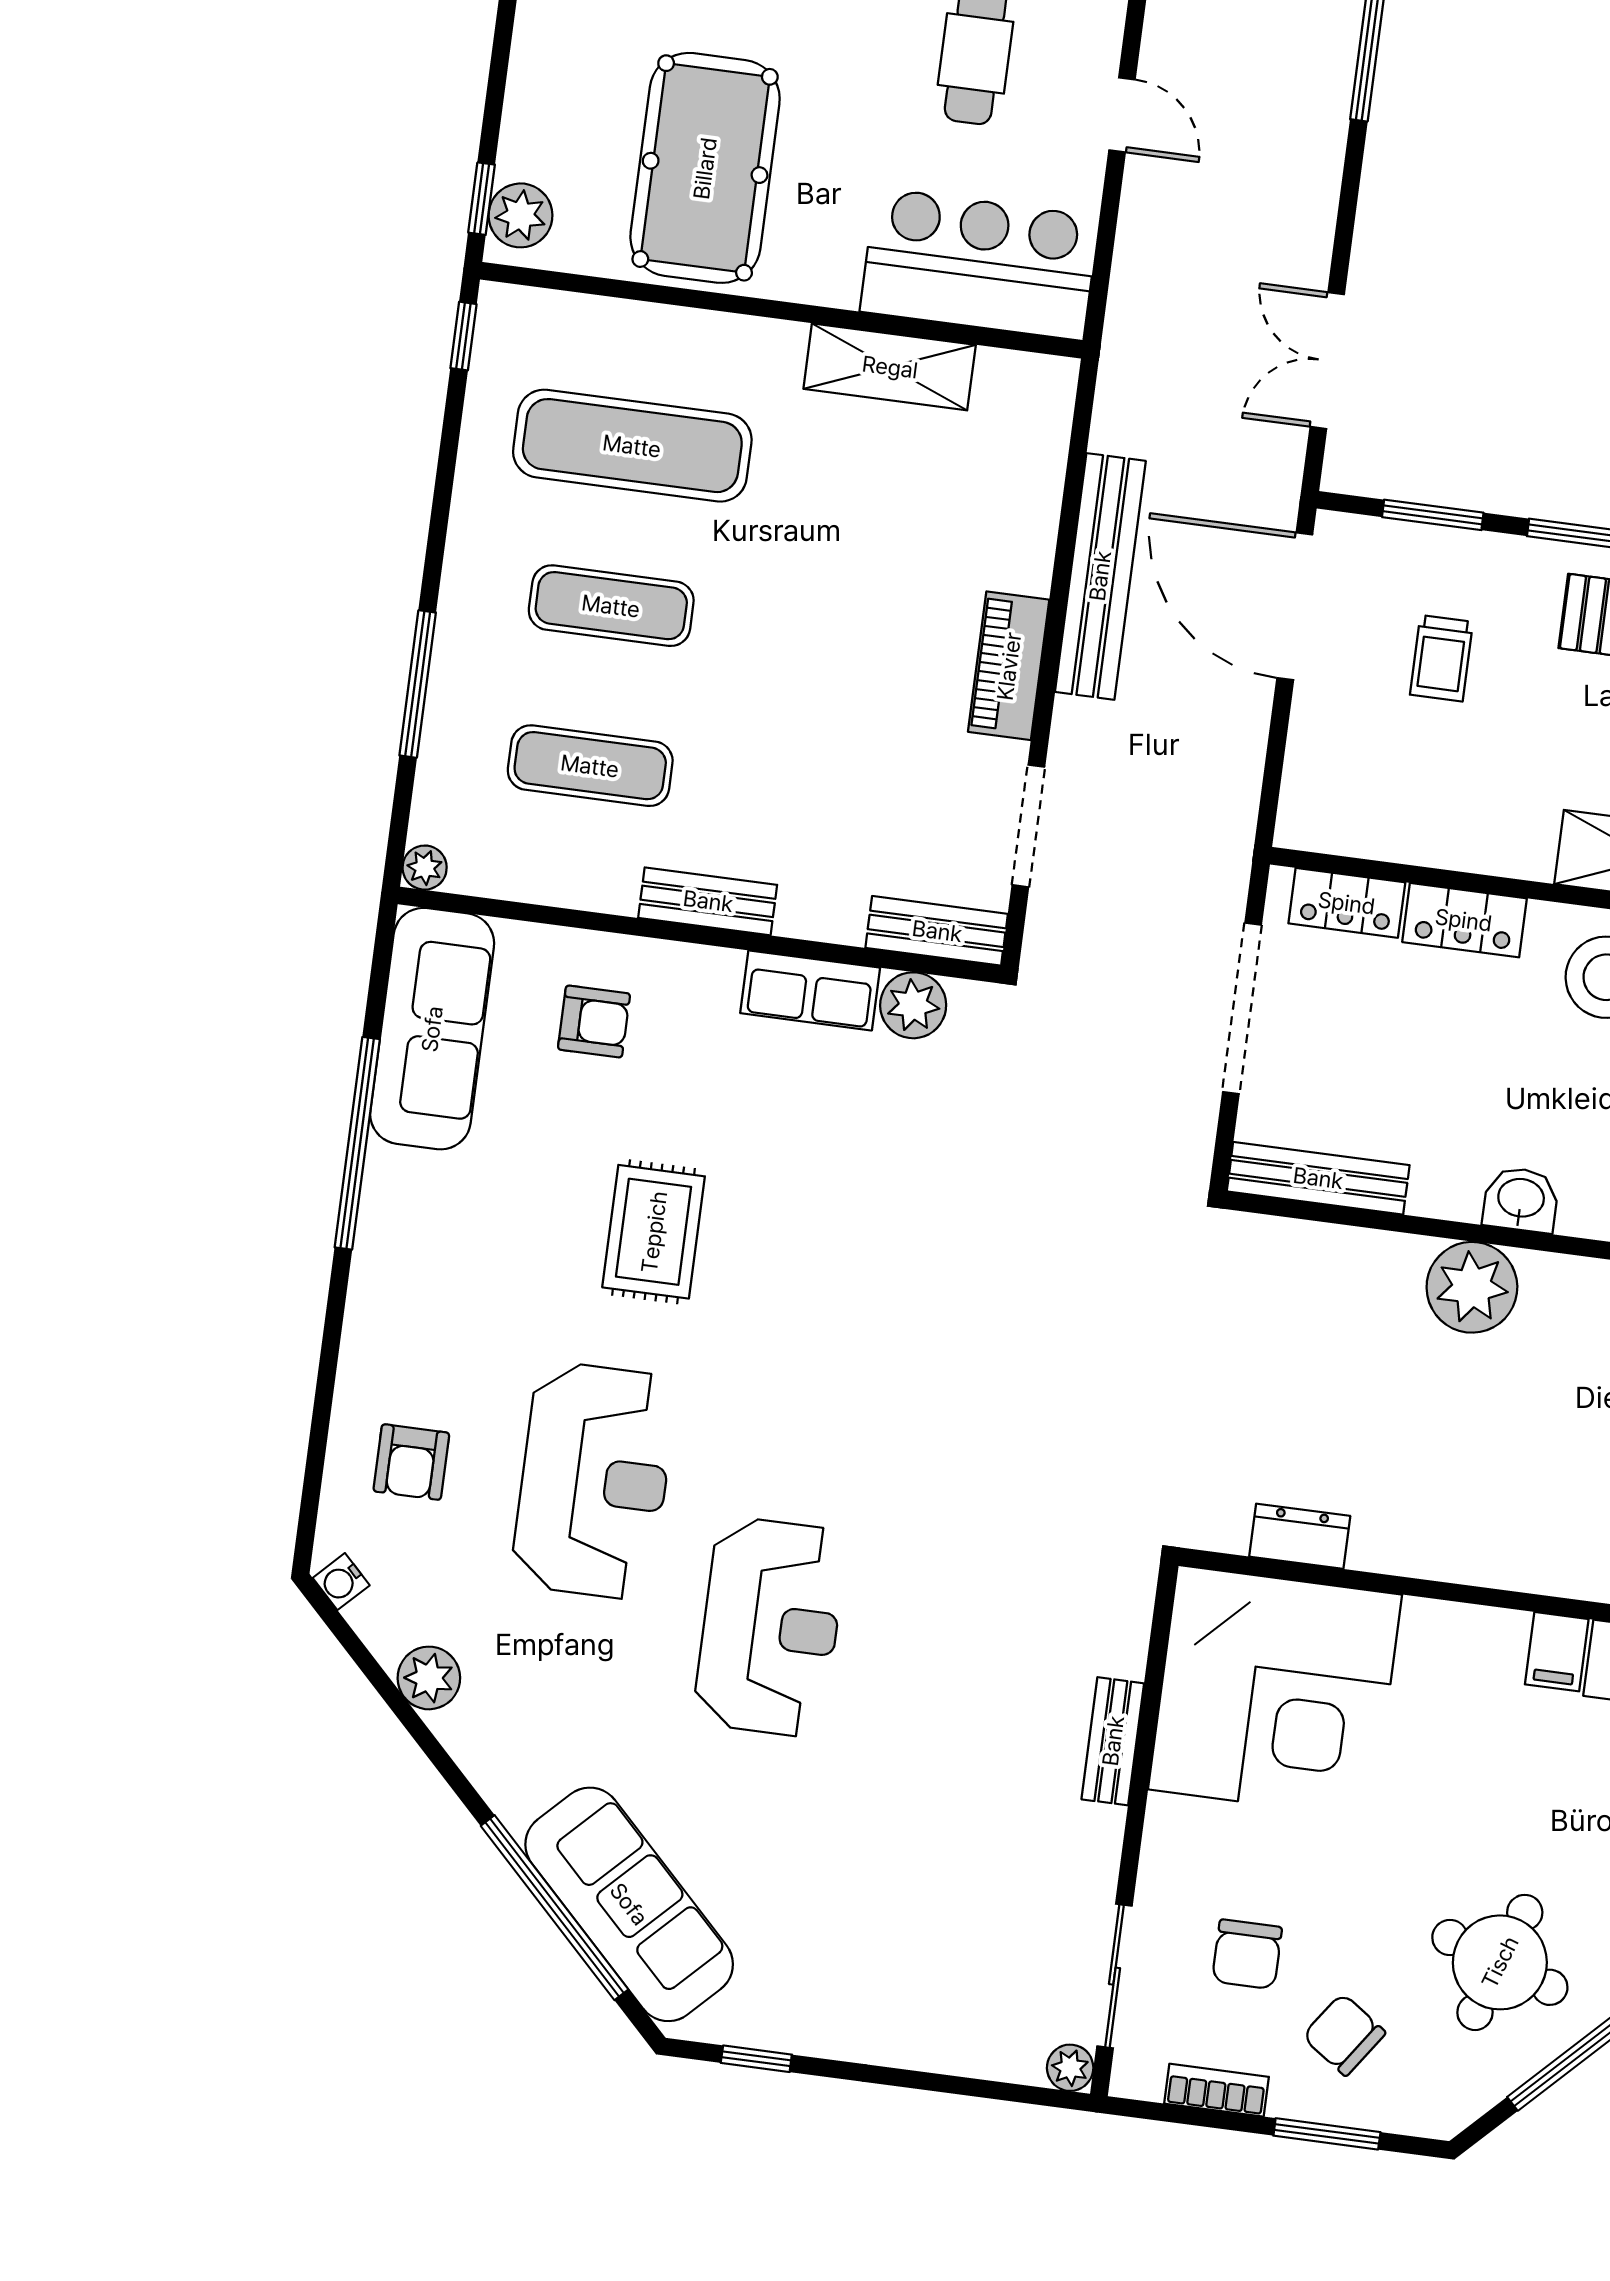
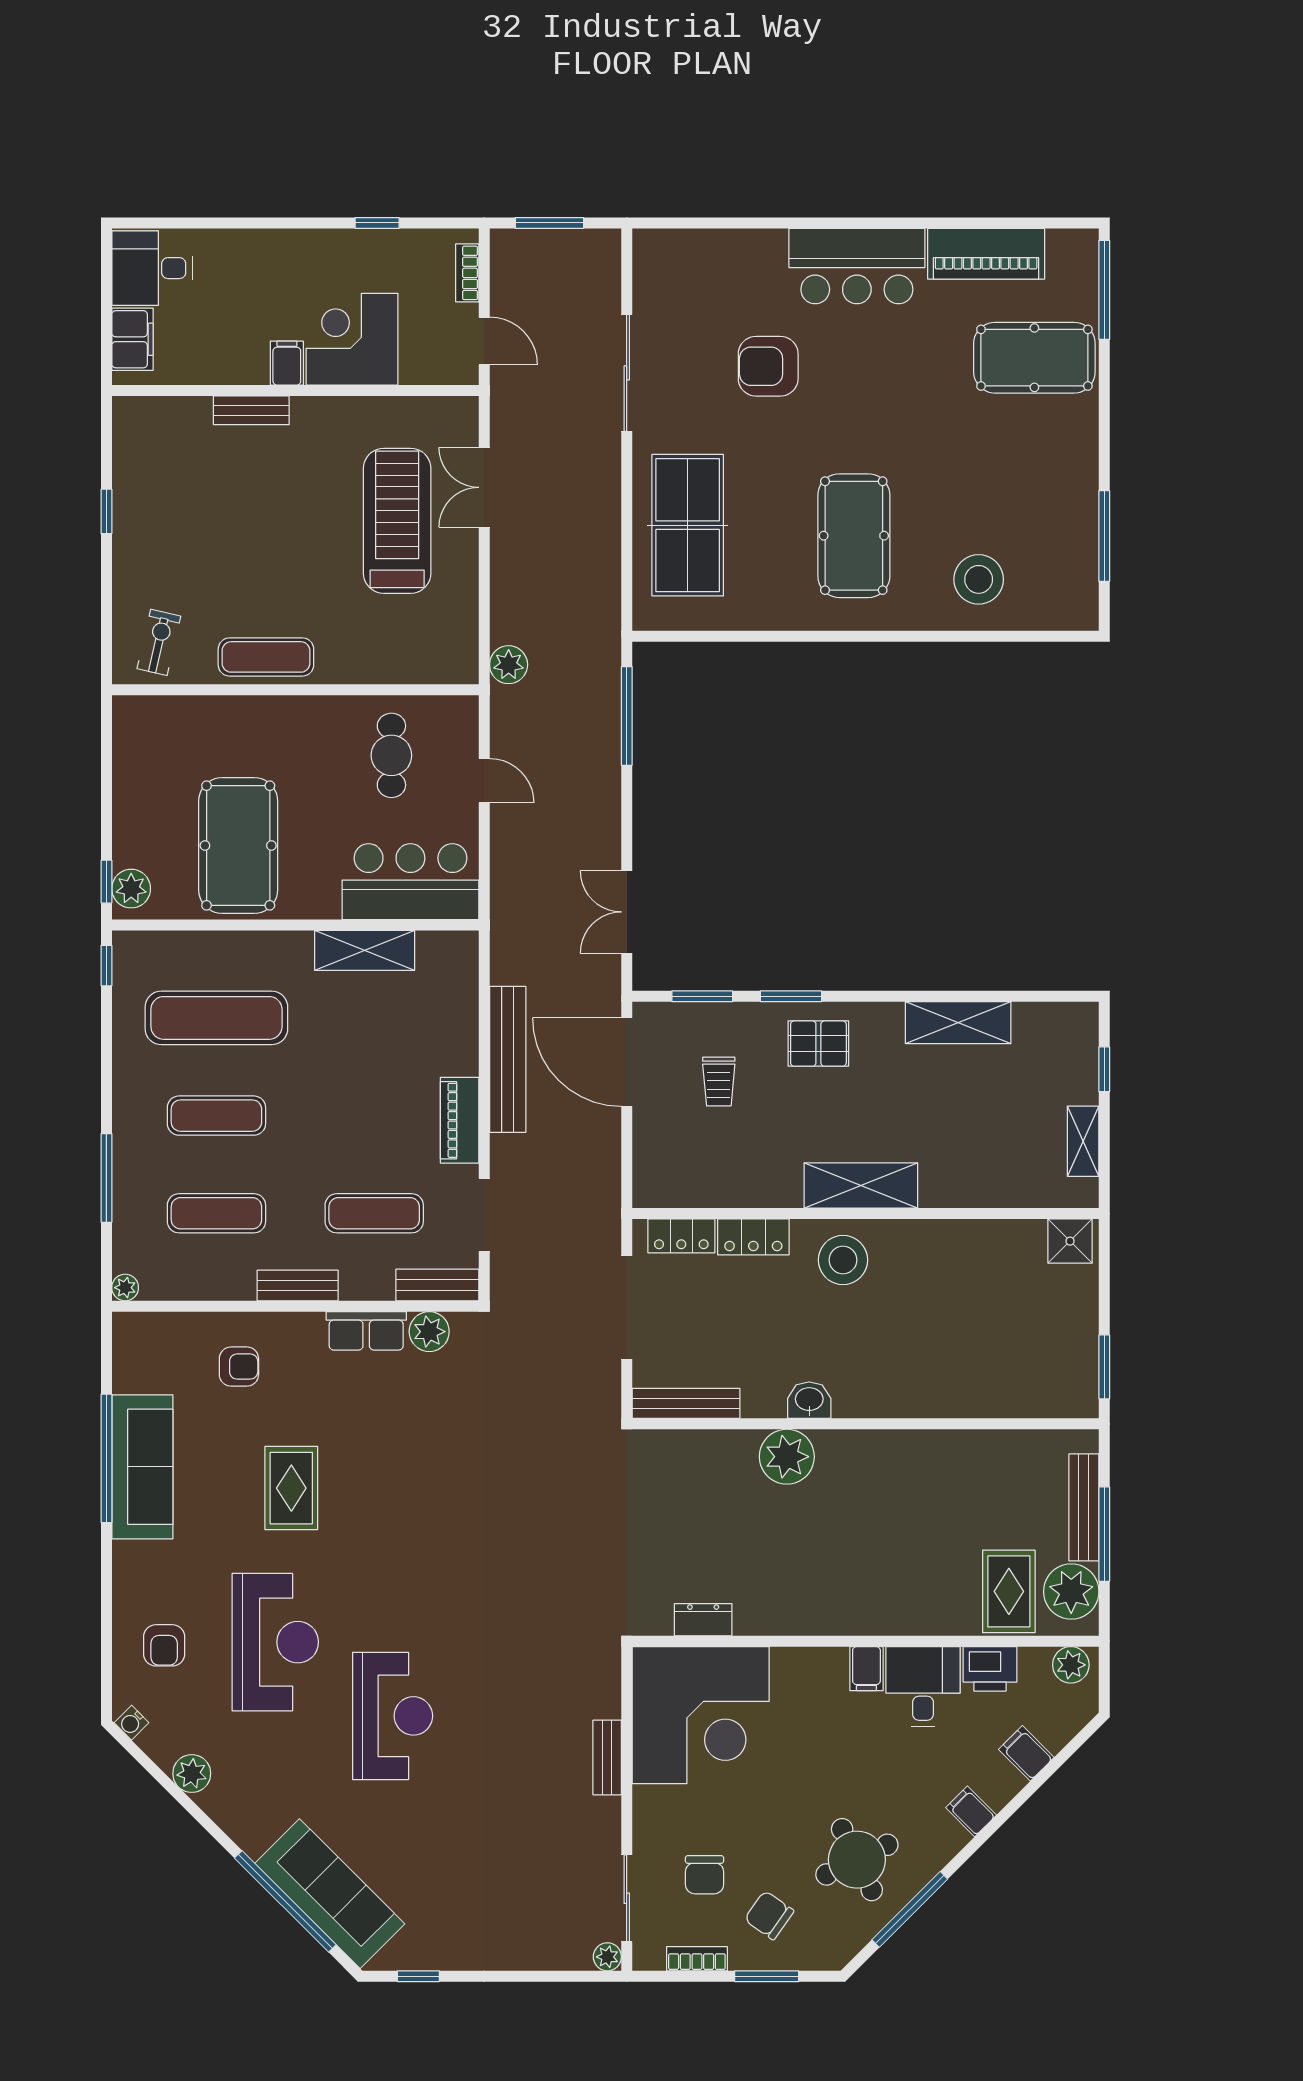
exercise mat: (849, 800) -> (374, 1213), added
sofa: (432, 1029) -> (142, 1467), moved
round table: (1500, 1962) -> (857, 1860), turned 45

